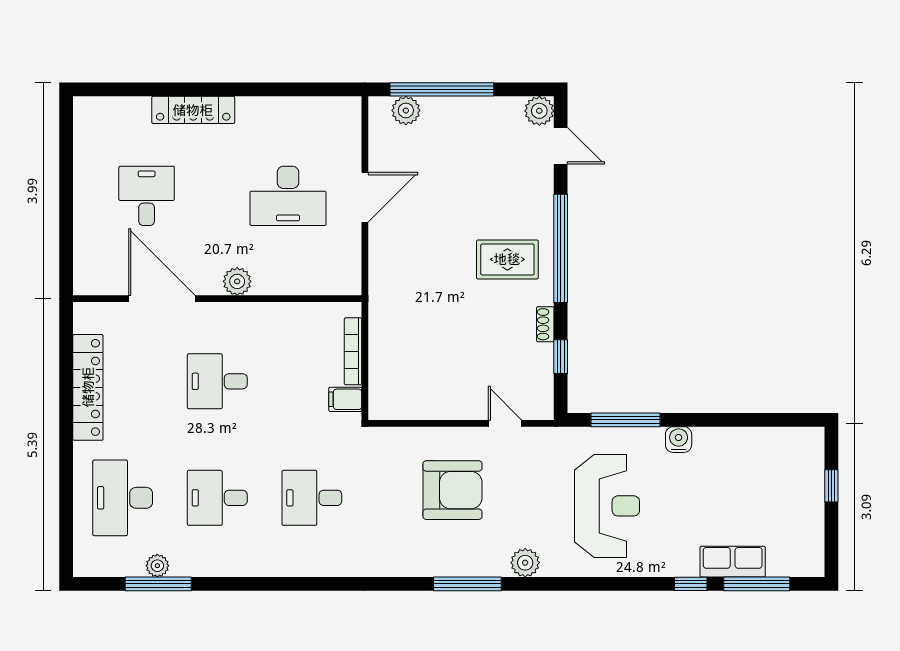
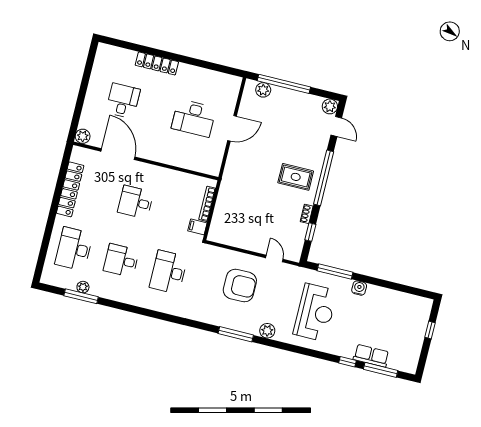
plant: (237, 281) -> (83, 136), moved
desk: (312, 498) -> (169, 272), width x1.37

